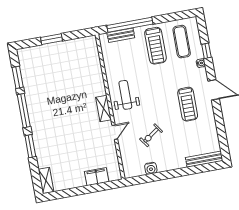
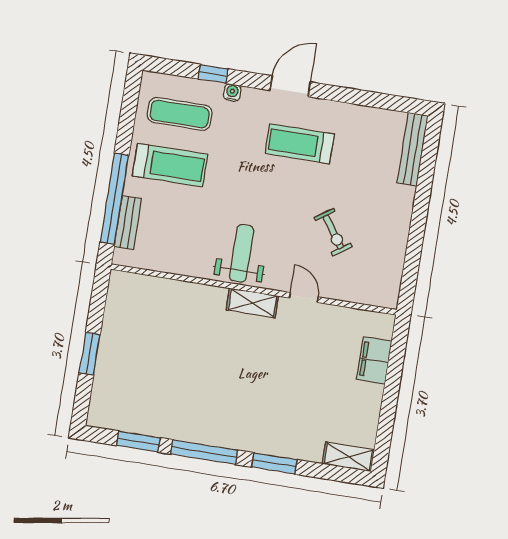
weight bench: (125, 95) -> (242, 253), turned 90
treadmill: (188, 104) -> (300, 144), turned 180
water cooler: (151, 168) -> (395, 254), removed

